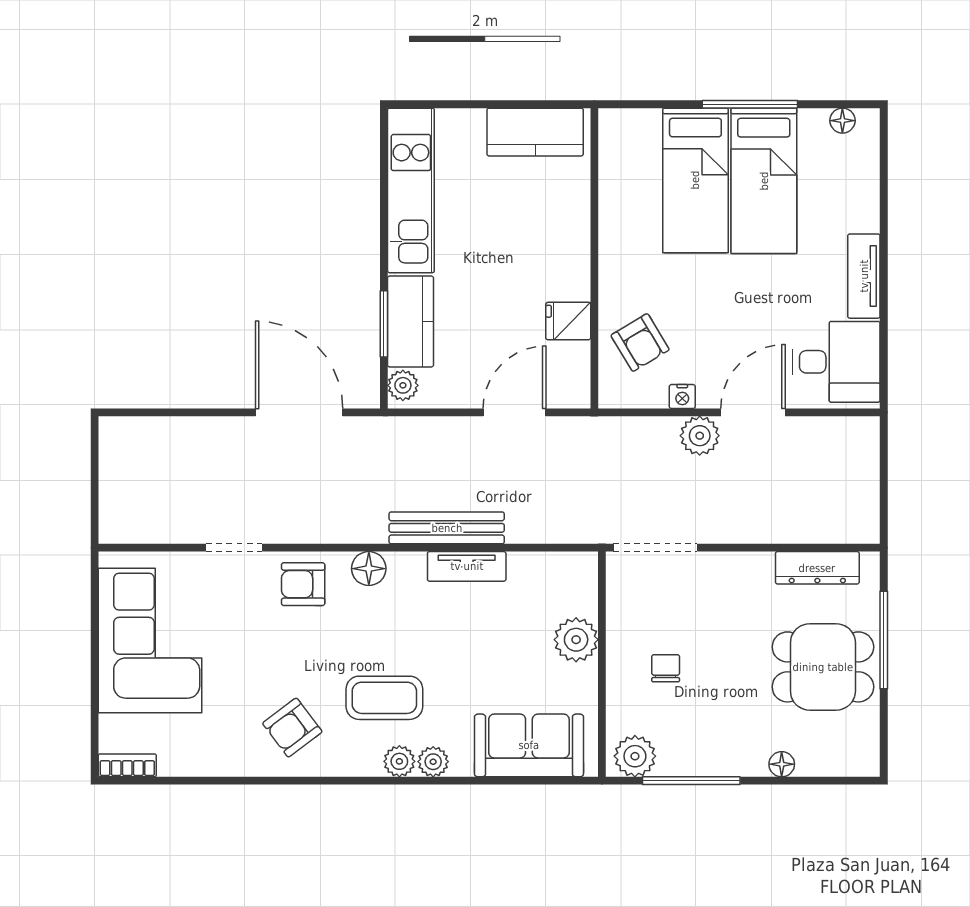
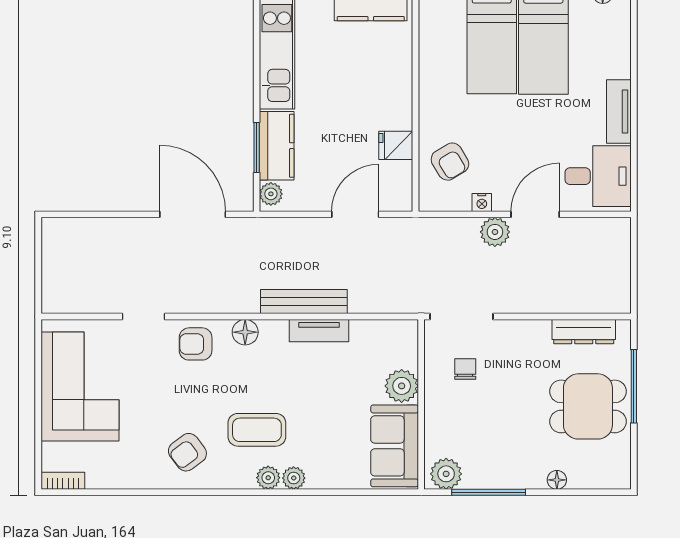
chair: (666, 668) -> (465, 369), moved
sofa: (529, 745) -> (395, 446), moved, turned -90

